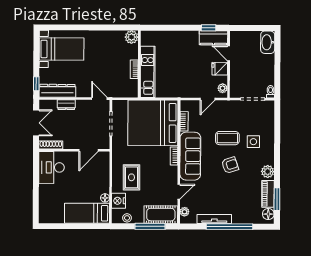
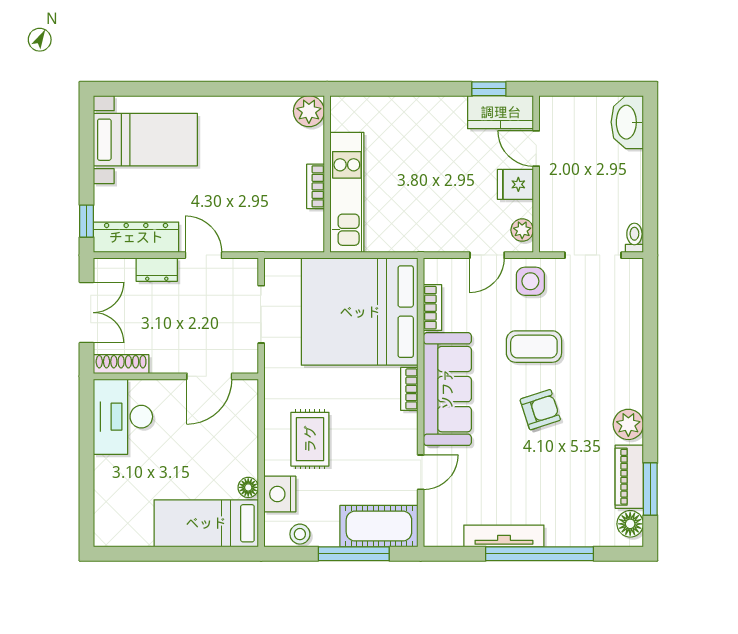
door: (99, 99) -> (203, 255), moved
side table: (253, 142) -> (530, 281), moved
plant: (184, 212) -> (434, 519), removed

